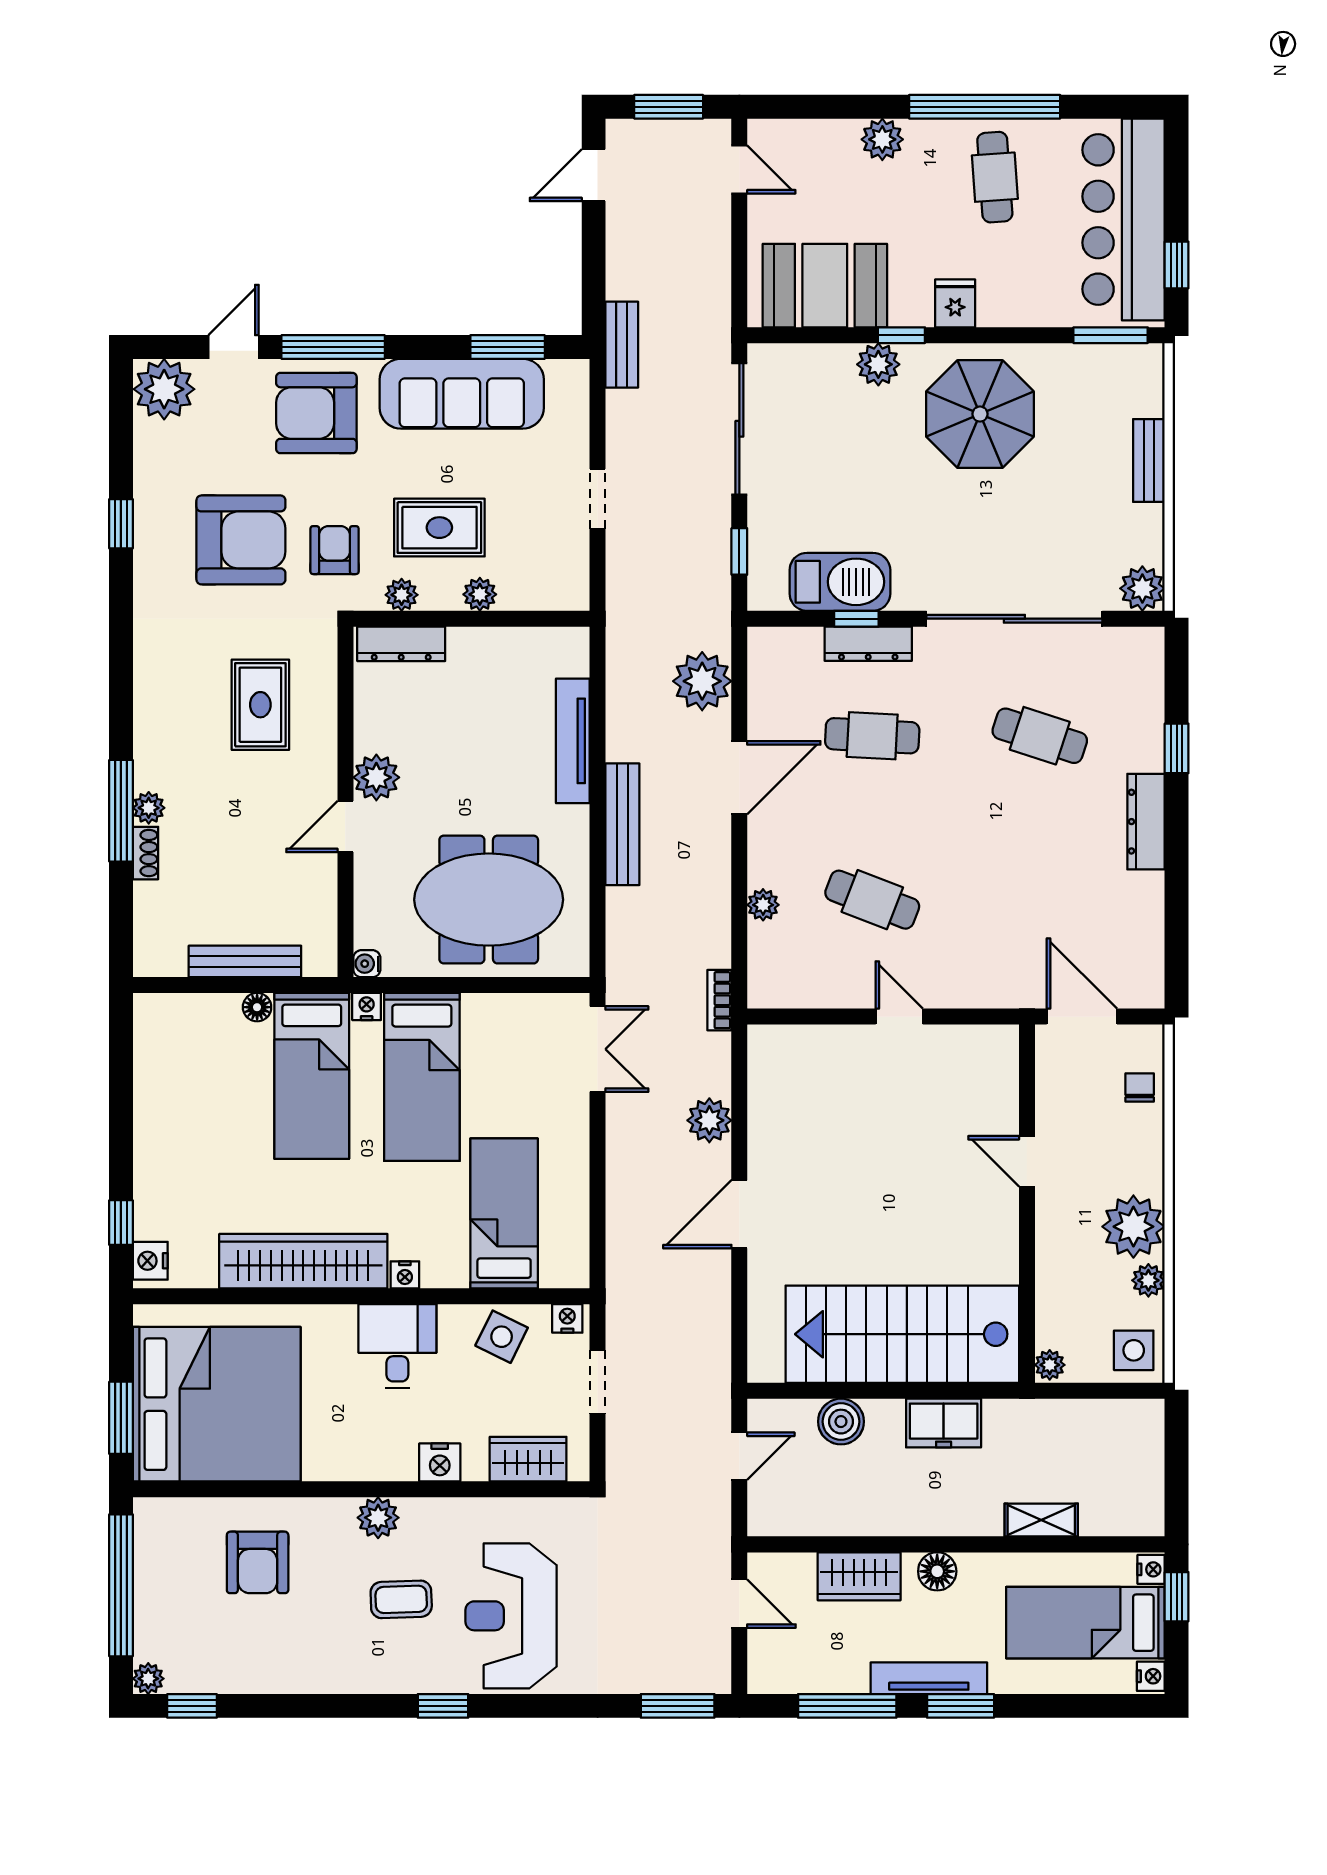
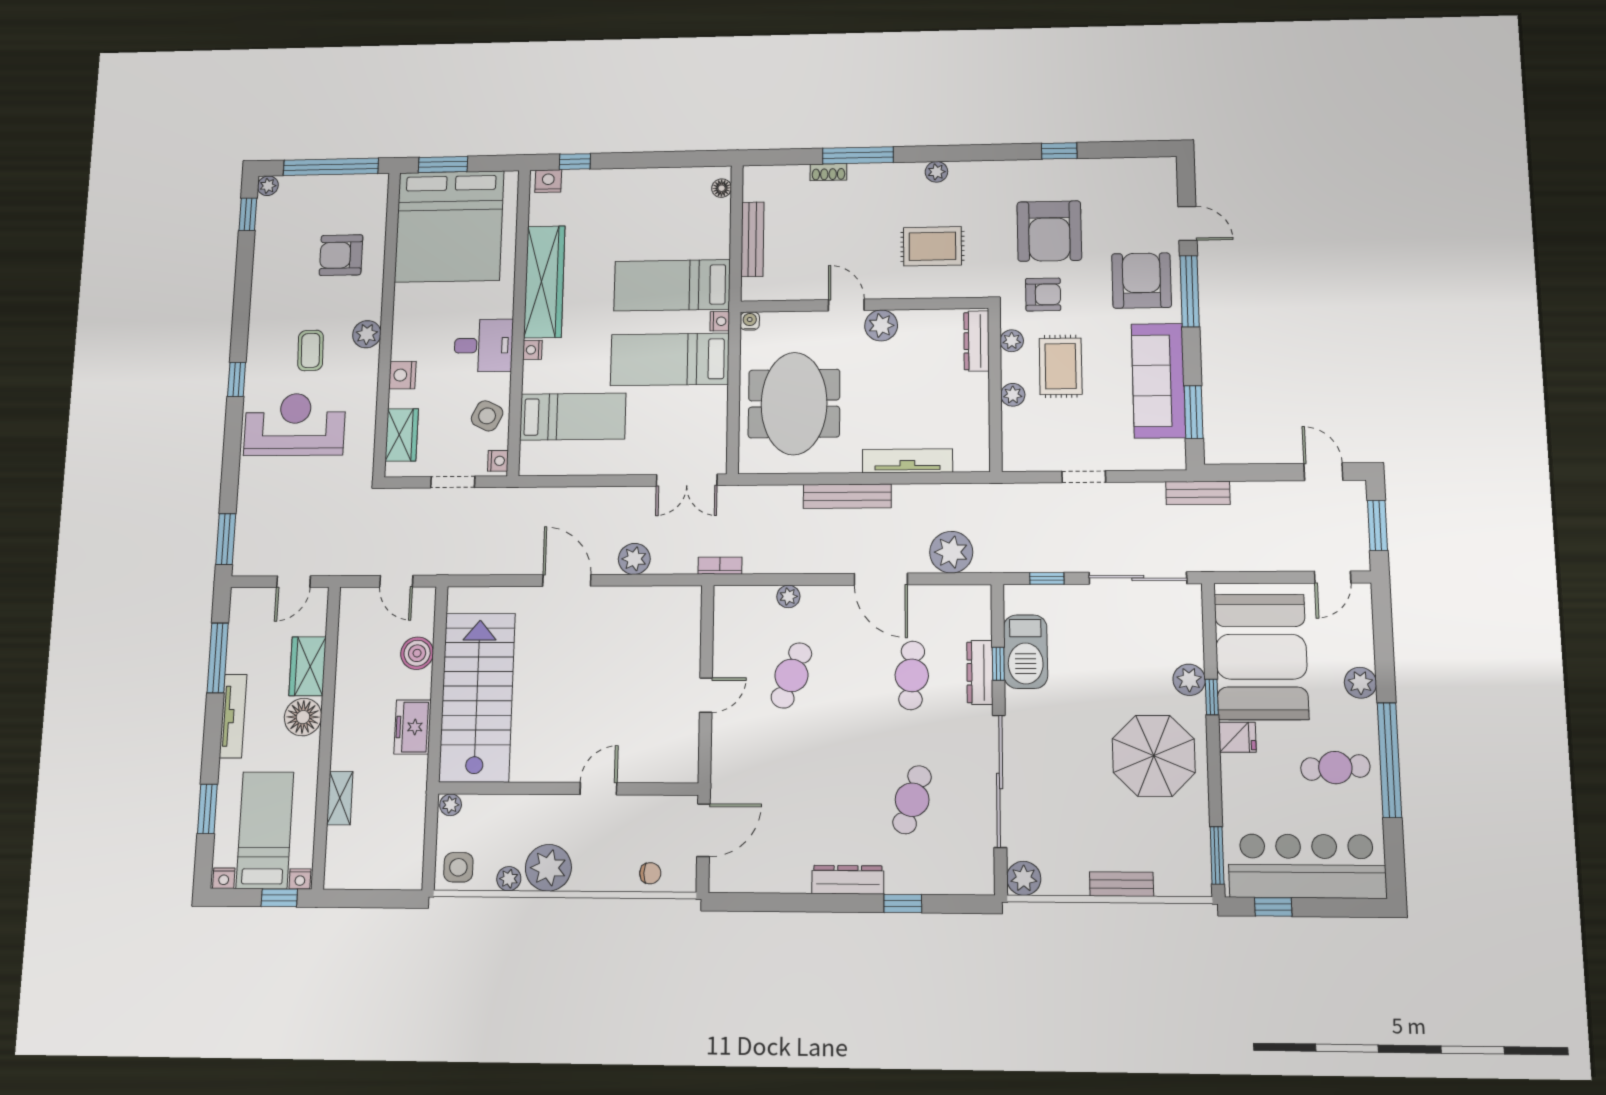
booth: (825, 286) -> (1261, 657), width x1.36, depth x1.42
plant: (164, 389) -> (1156, 177), removed
plant: (149, 808) -> (936, 172), moved
floor lamp: (257, 1007) -> (722, 188), moved
floor lamp: (937, 1571) -> (303, 717), width x1.38, depth x1.38
window: (961, 1706) -> (207, 809), moved

